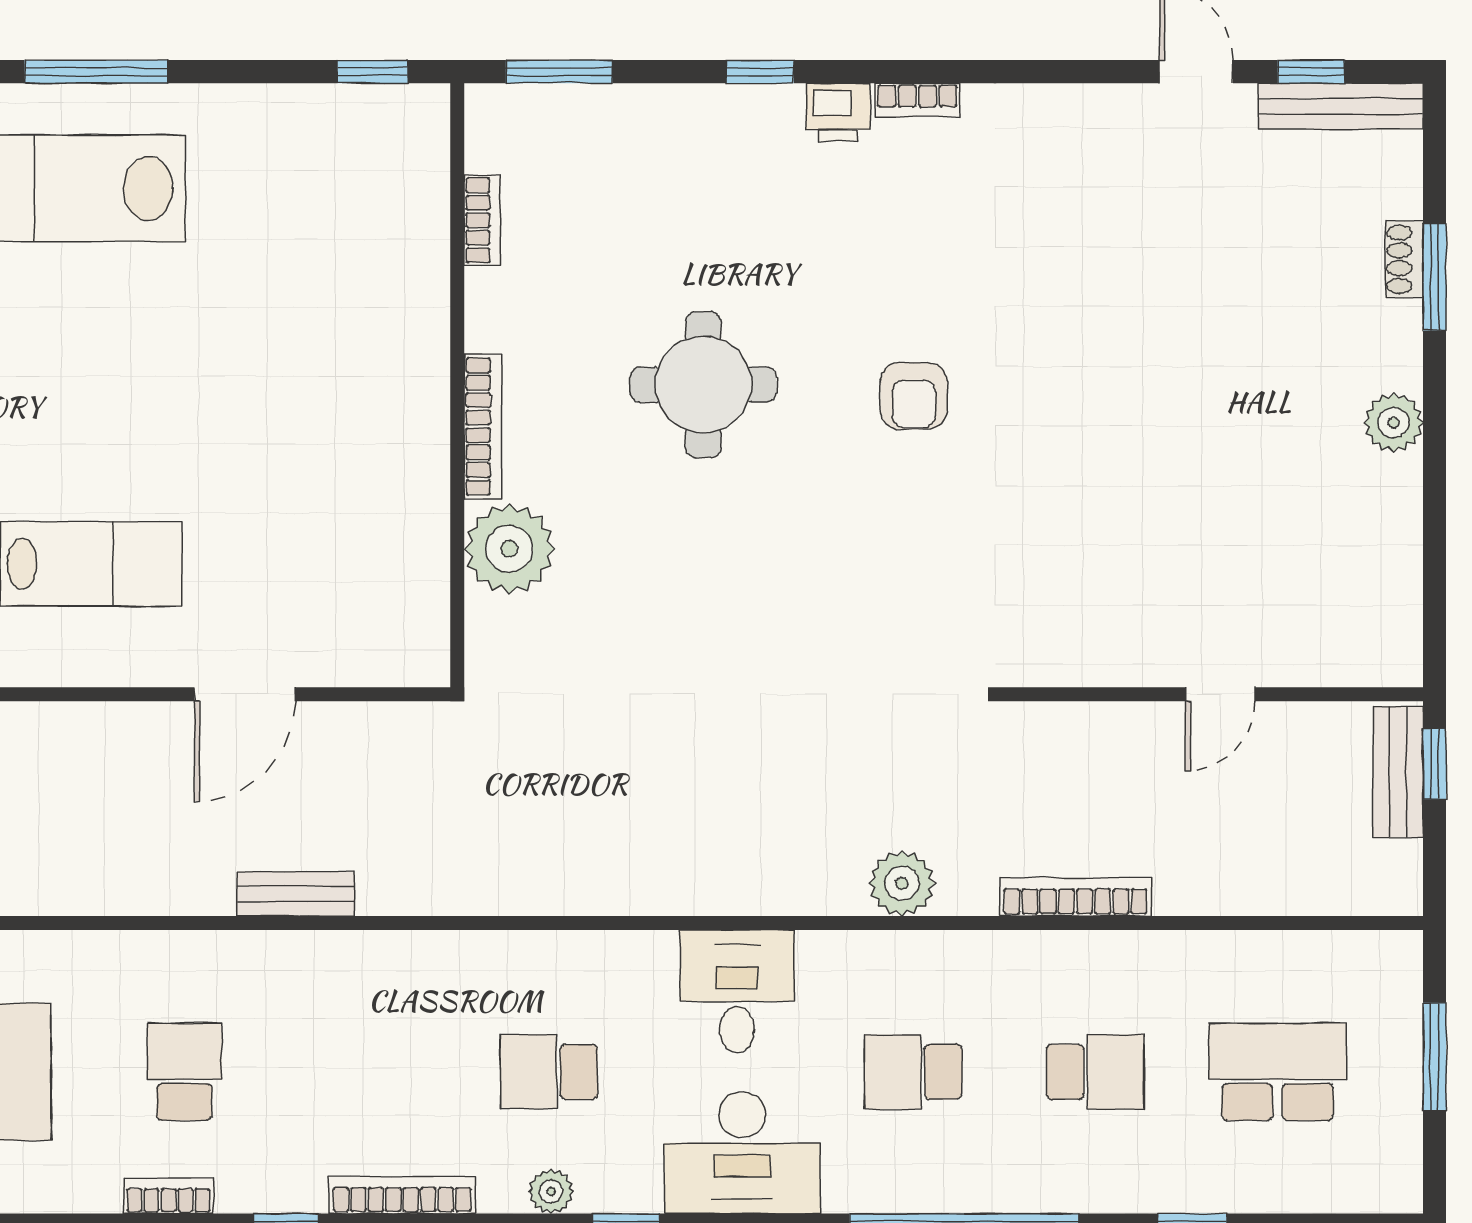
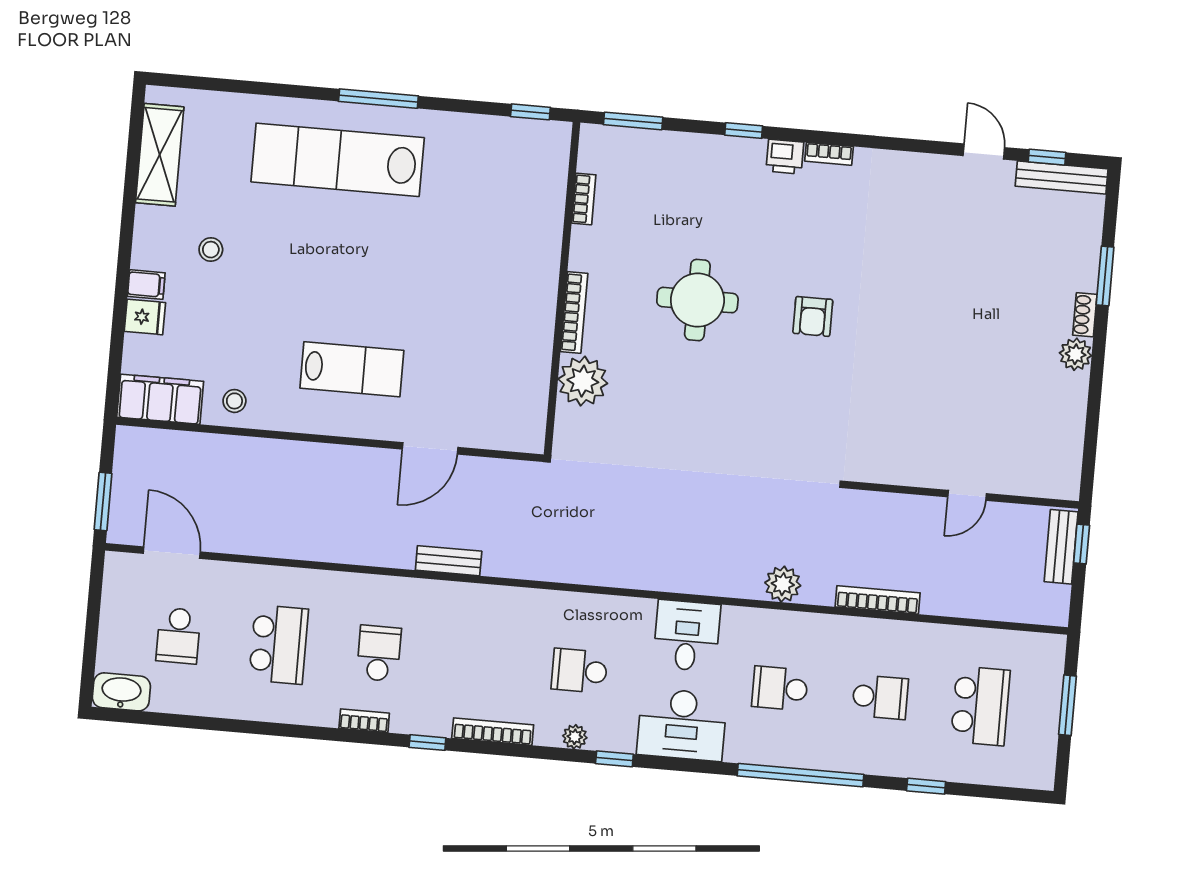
shoe rack: (1404, 259) -> (1085, 315), moved
school desk: (1277, 1072) -> (980, 706), turned 90

